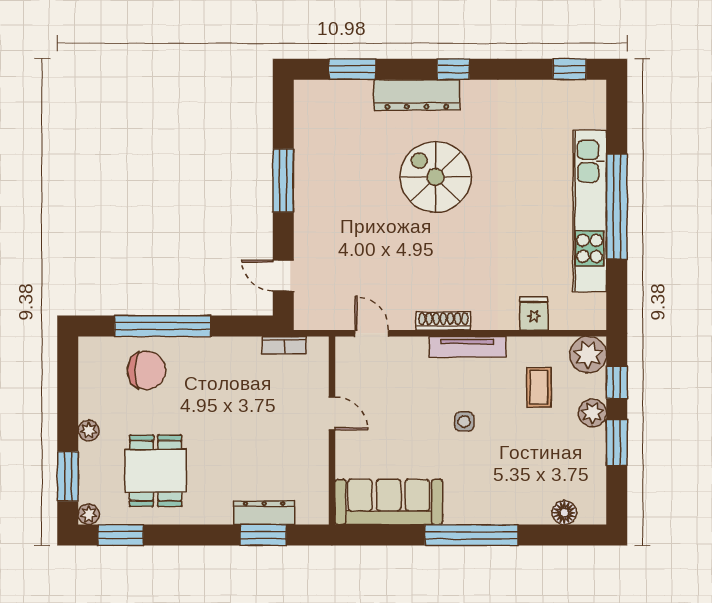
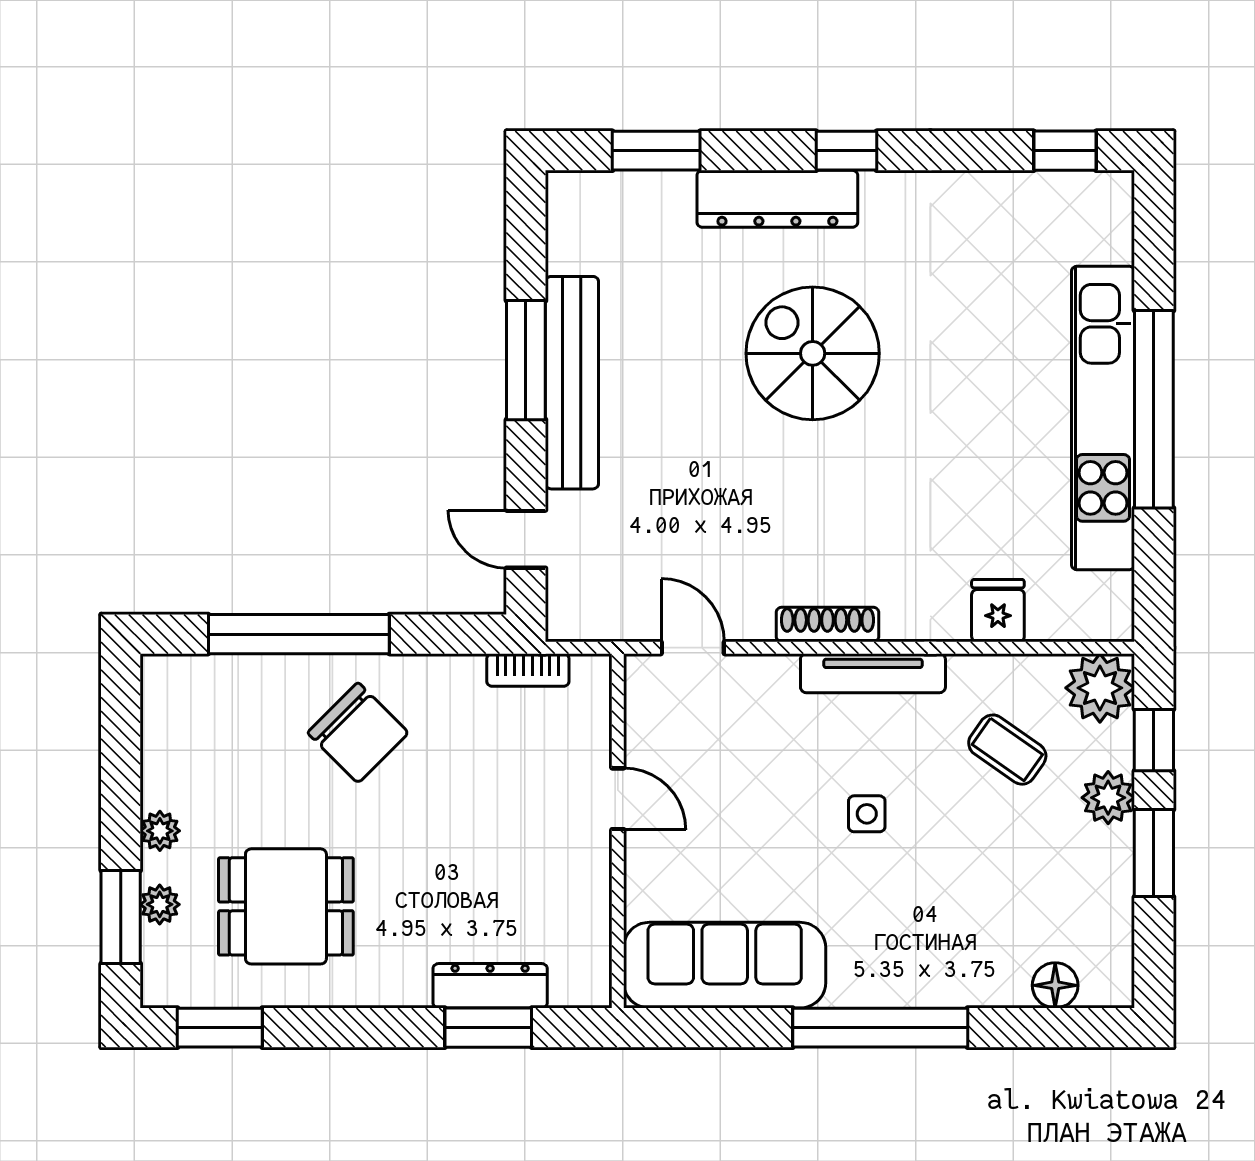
bench: (308, 192) -> (572, 383), added
chair: (147, 370) -> (358, 733), moved, turned 45
coffee table: (539, 387) -> (1007, 750), turned -55
dining table: (156, 471) -> (286, 906), turned 90
plant: (89, 514) -> (160, 904), moved

